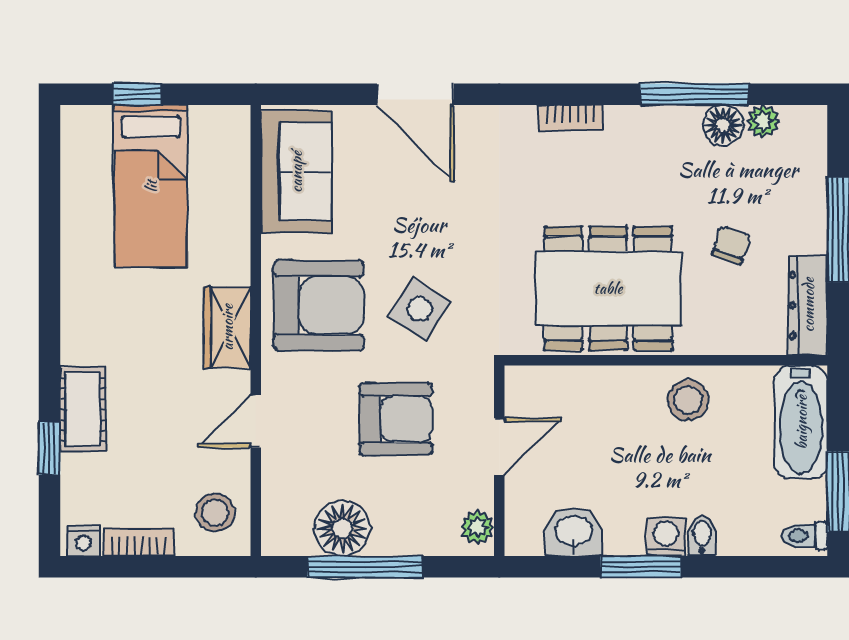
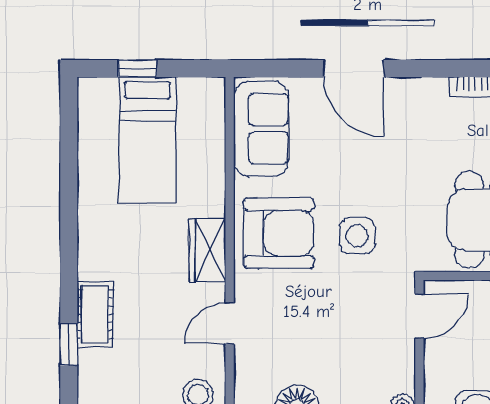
side table: (420, 309) -> (357, 236), turned -32
armchair: (396, 419) -> (339, 322), removed
door: (499, 447) -> (419, 316), moved

